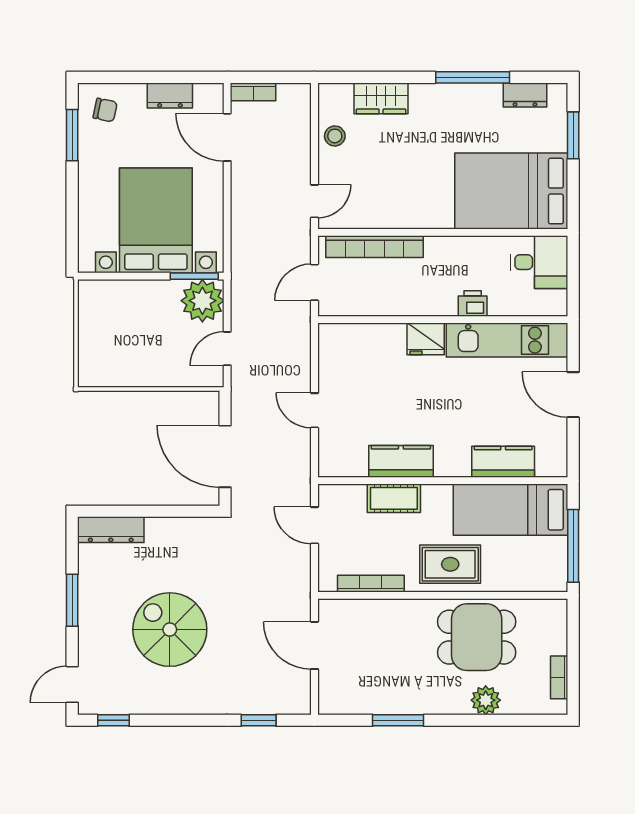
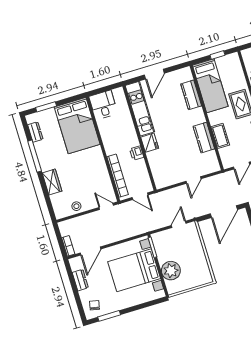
wardrobe: (381, 98) -> (52, 182), moved
plant: (202, 301) -> (171, 271), moved
printer: (473, 304) -> (137, 153), moved
door: (227, 349) -> (179, 224), swing flipped
window: (573, 546) -> (217, 55), width x0.46

